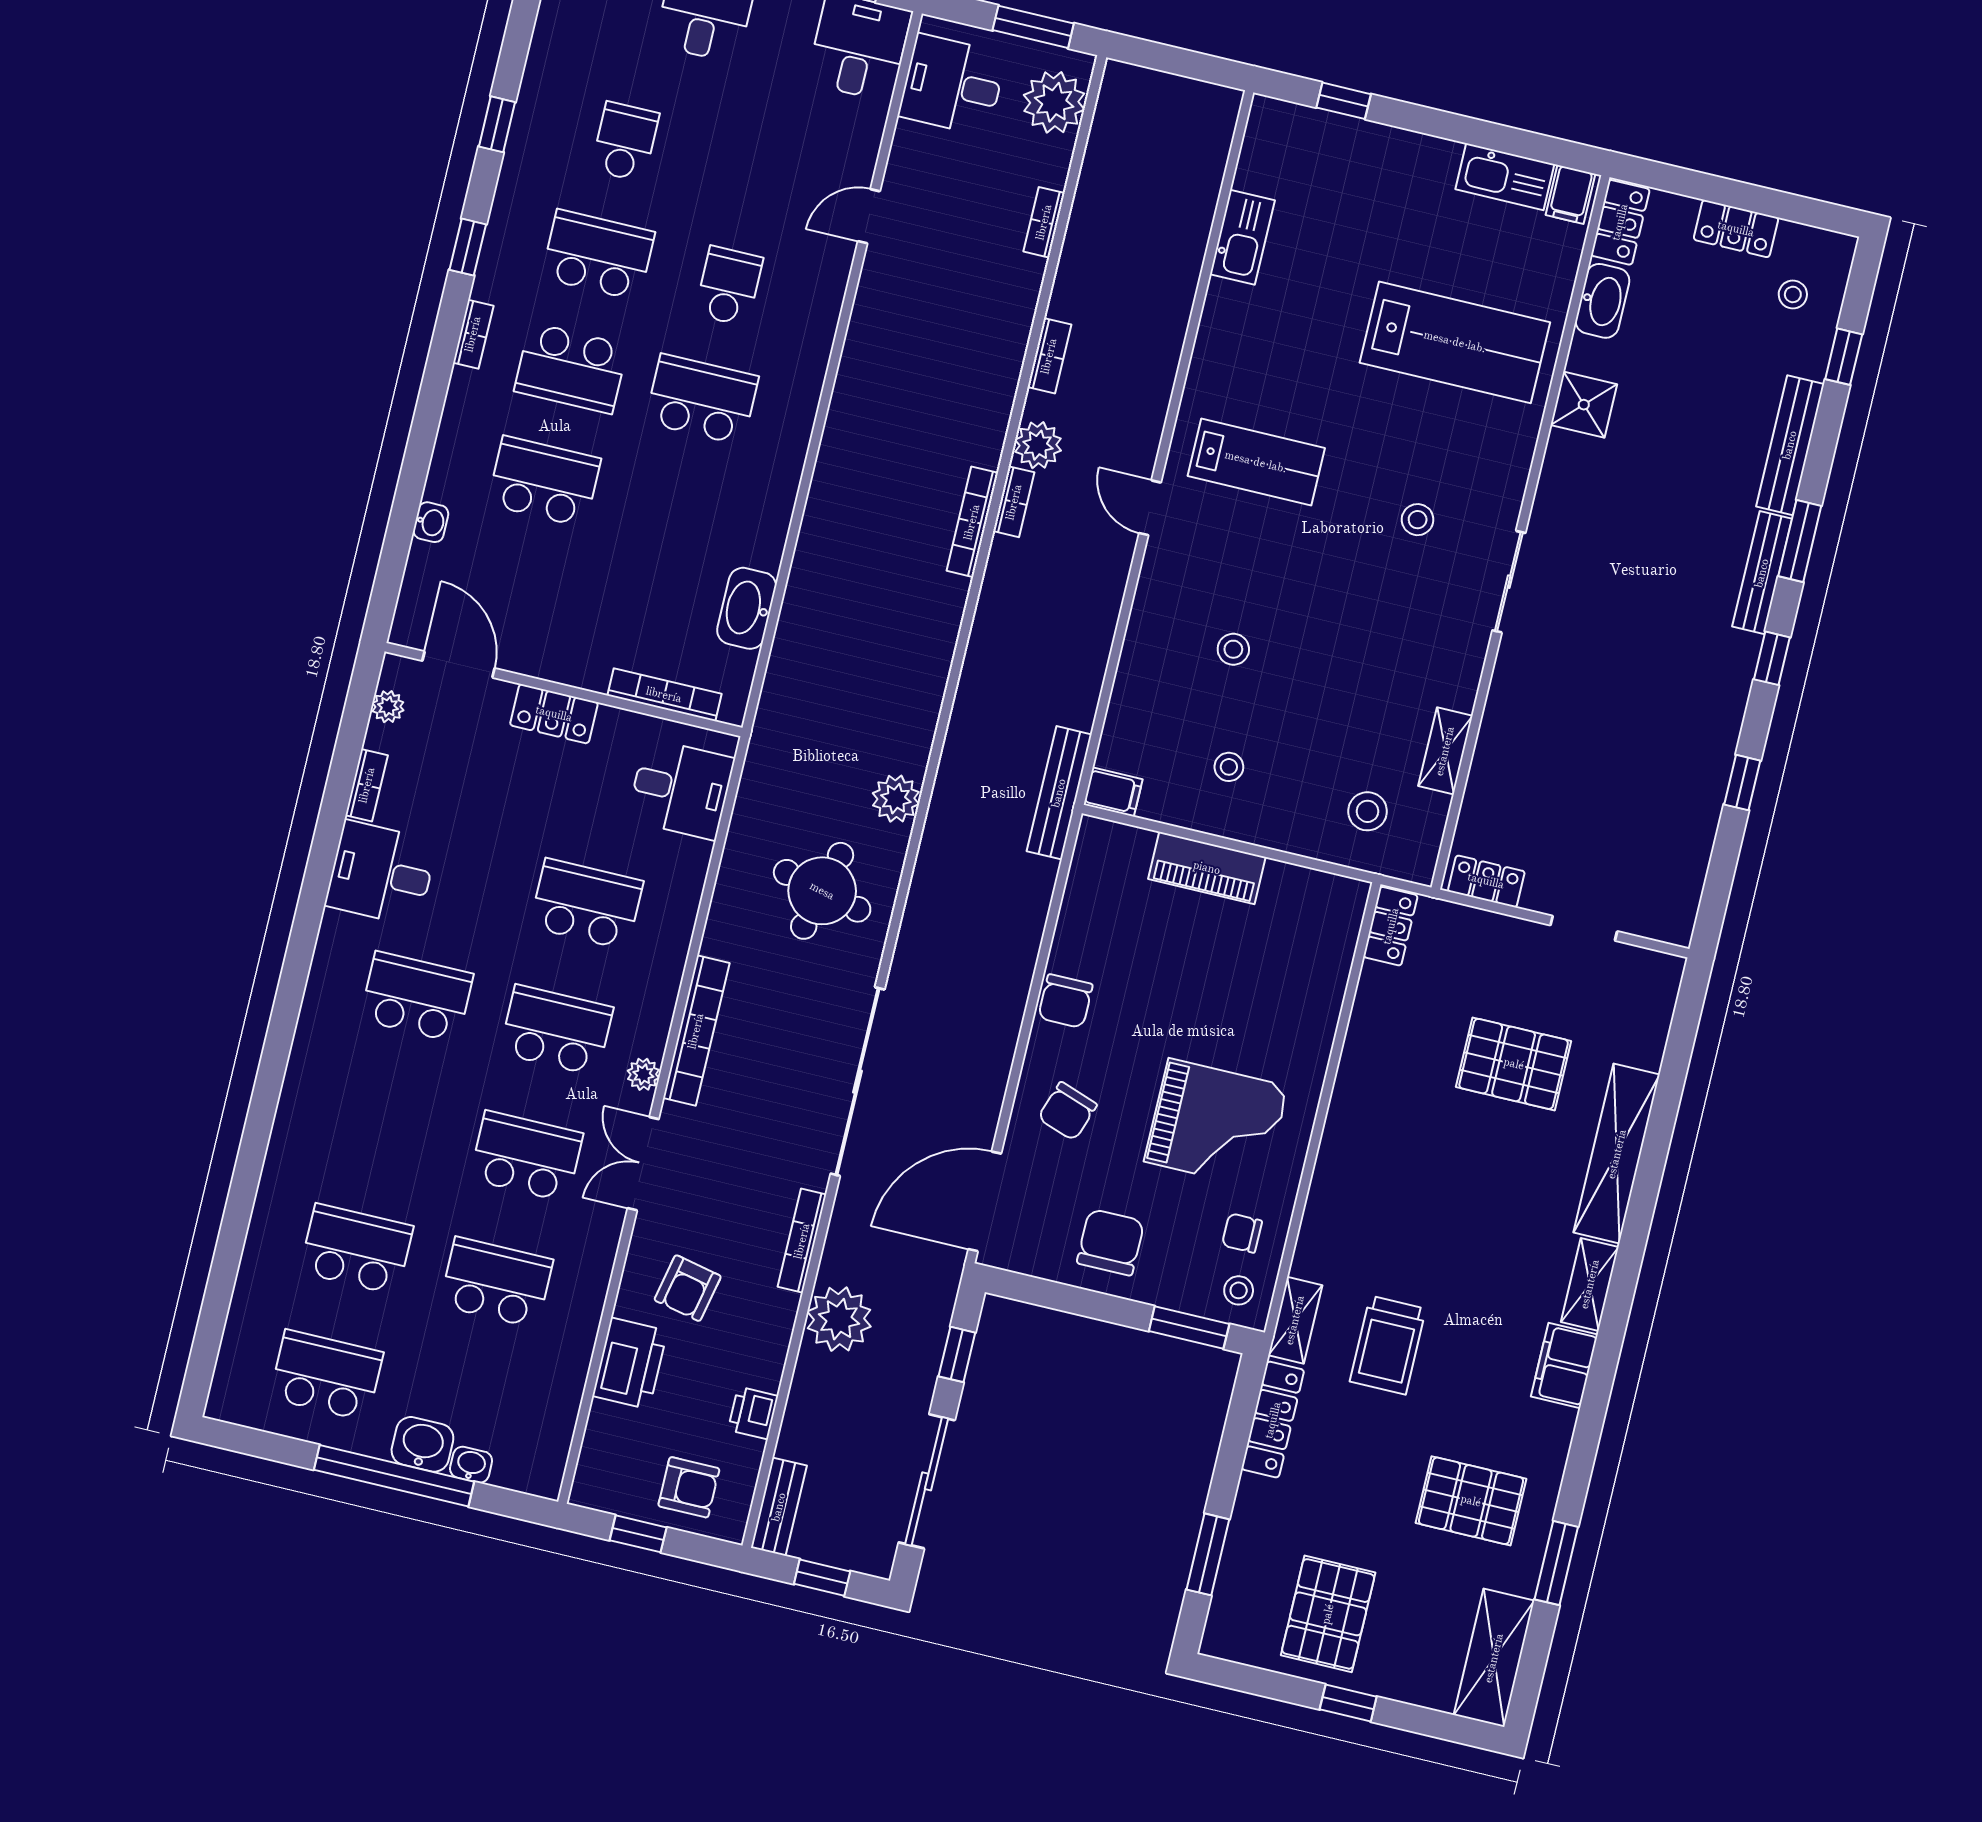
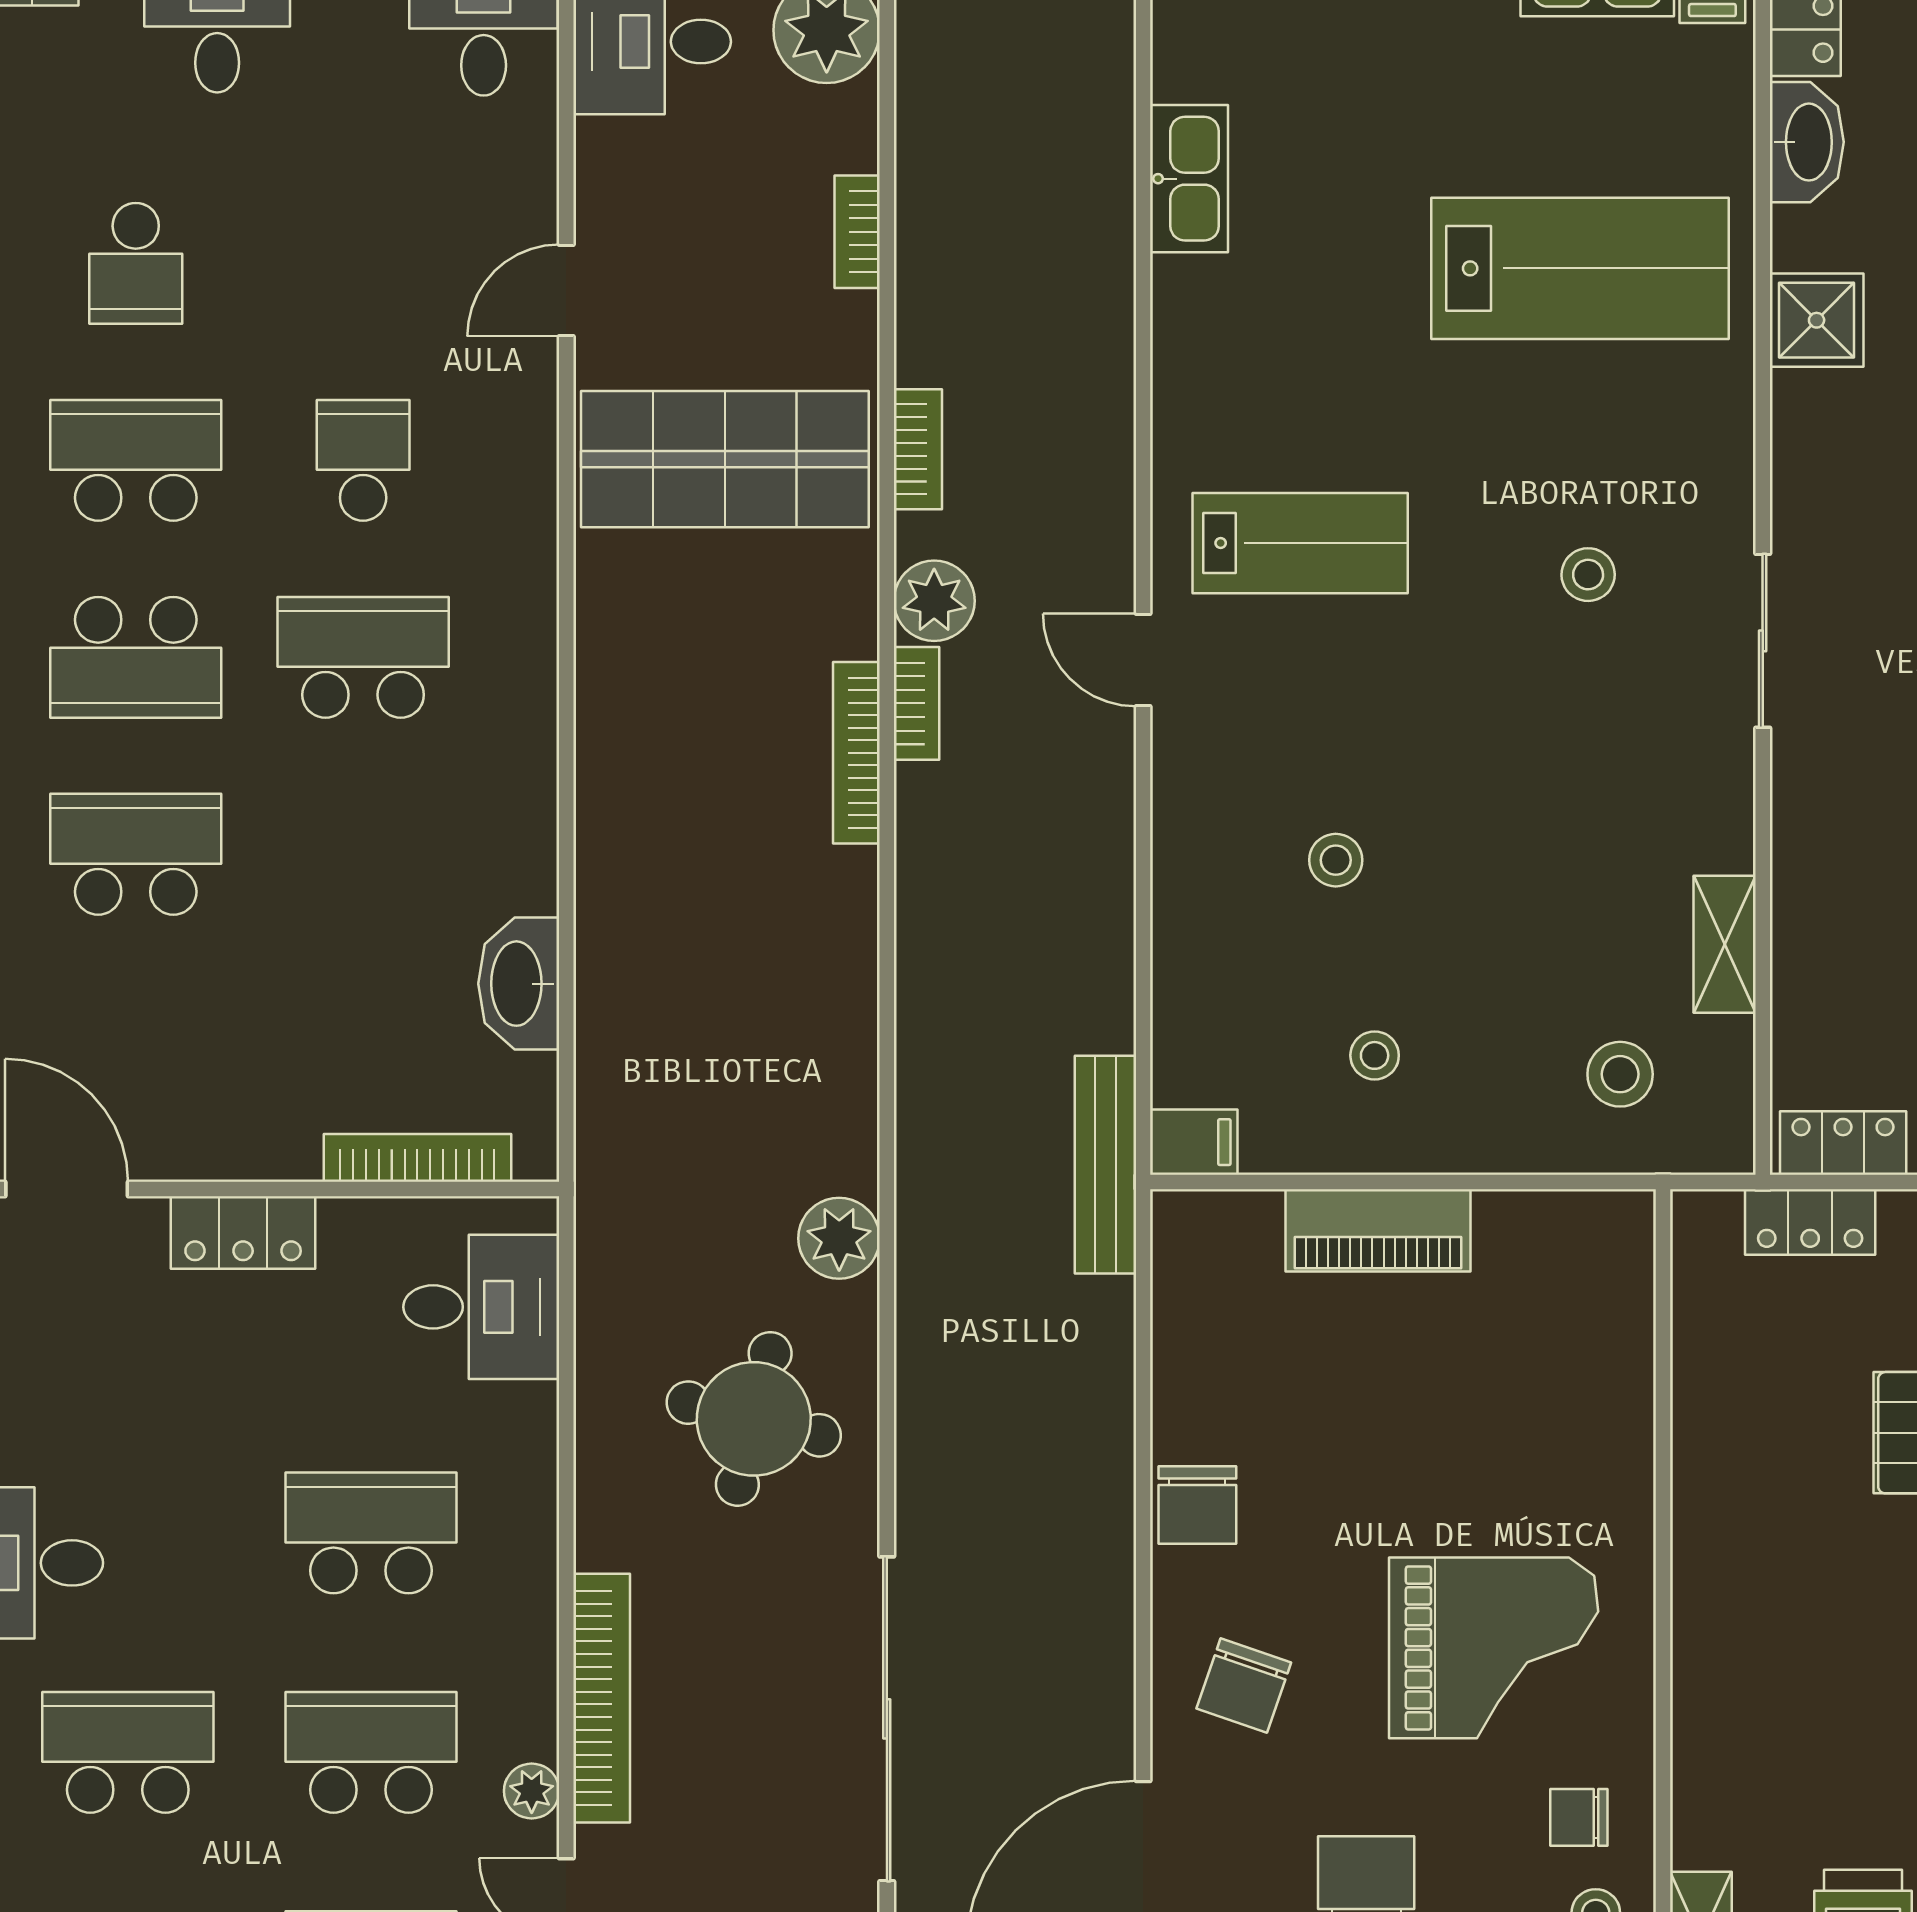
school desk: (625, 142) -> (136, 263), turned 180
shop shelf: (937, 335) -> (725, 459), added
locker: (1391, 926) -> (1810, 1222), moved, turned 90

